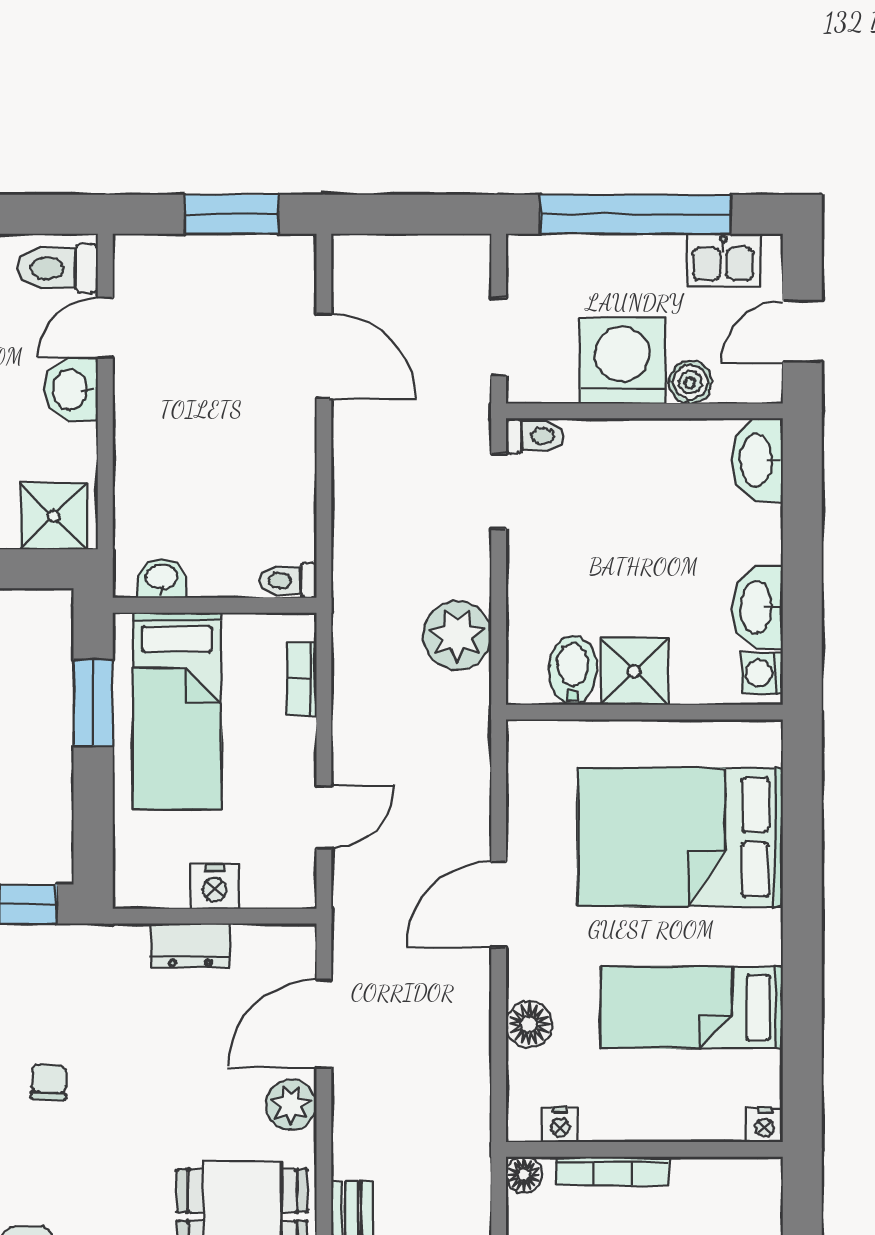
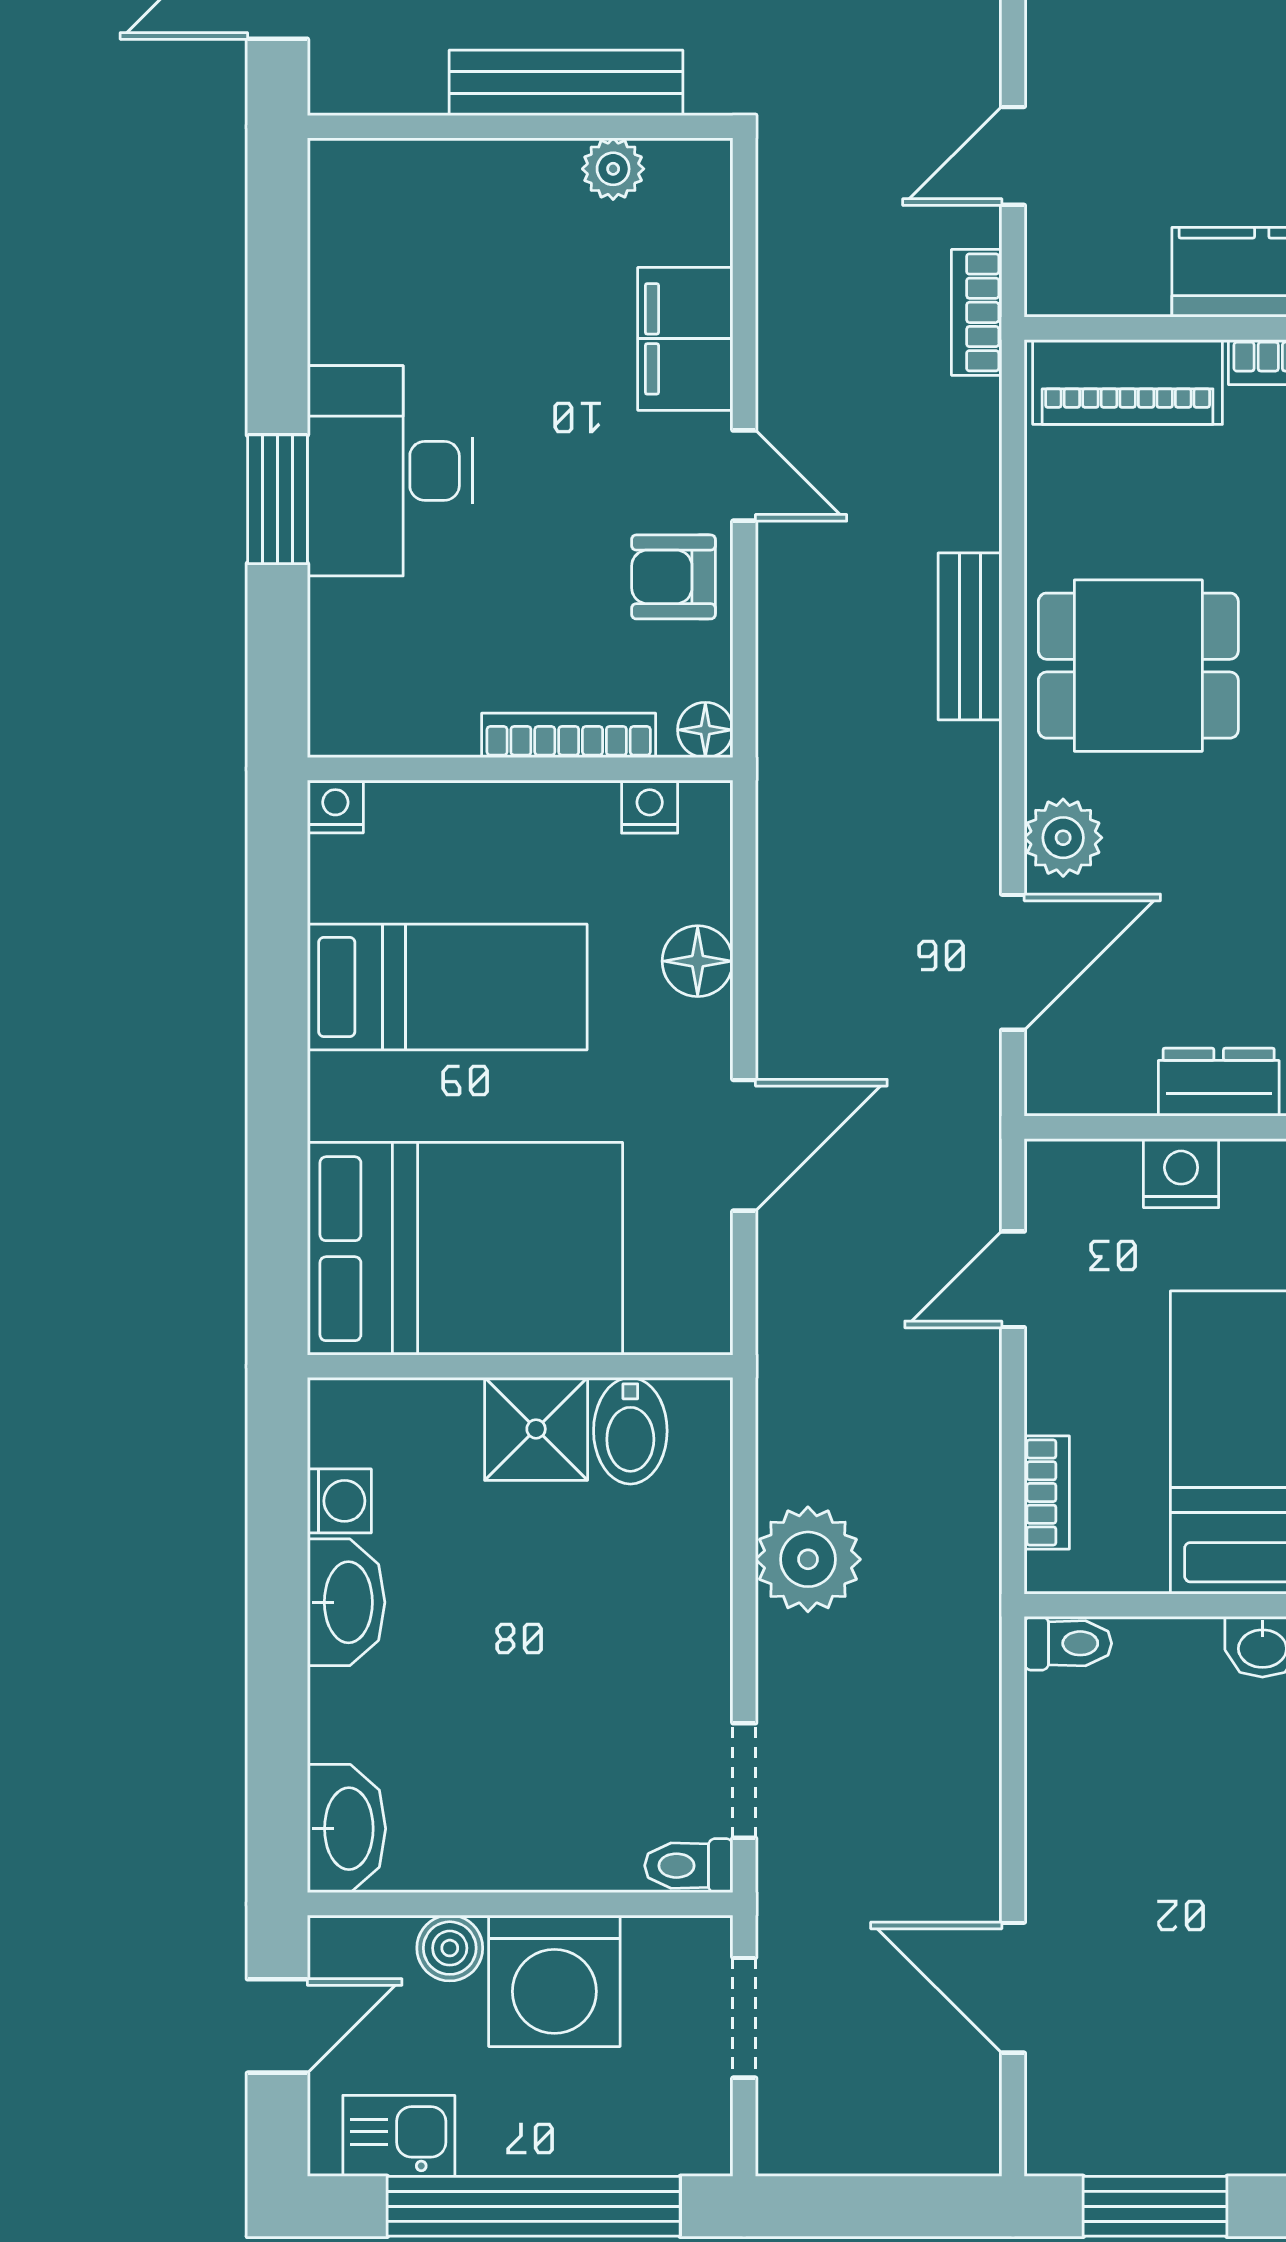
bidet: (573, 670) -> (630, 1431), moved
shower: (634, 671) -> (536, 1429), moved
wall: (644, 712) -> (520, 1366), moved

